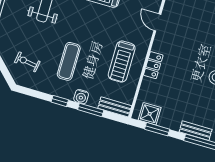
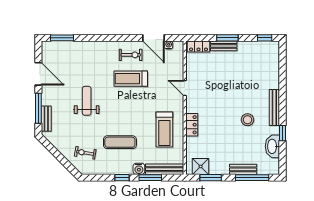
exercise mat: (69, 61) -> (120, 142), turned 90
bench: (115, 107) -> (165, 169), width x1.36

